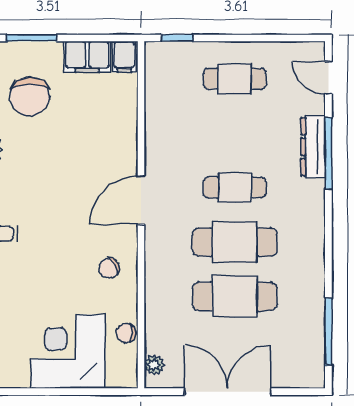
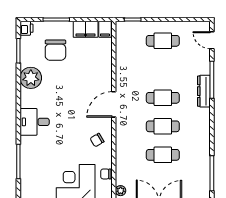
dresser: (313, 147) -> (204, 91), moved
cafe table: (235, 242) -> (163, 126), width x0.73, depth x0.74
cafe table: (235, 296) -> (163, 155), width x0.73, depth x0.74

